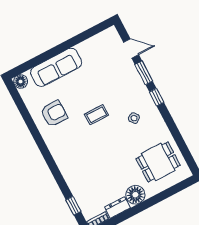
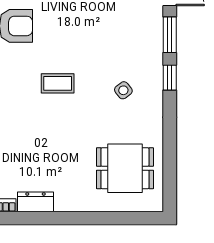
coffee table: (96, 115) -> (58, 83), moved
floor lamp: (135, 195) -> (70, 197), removed

